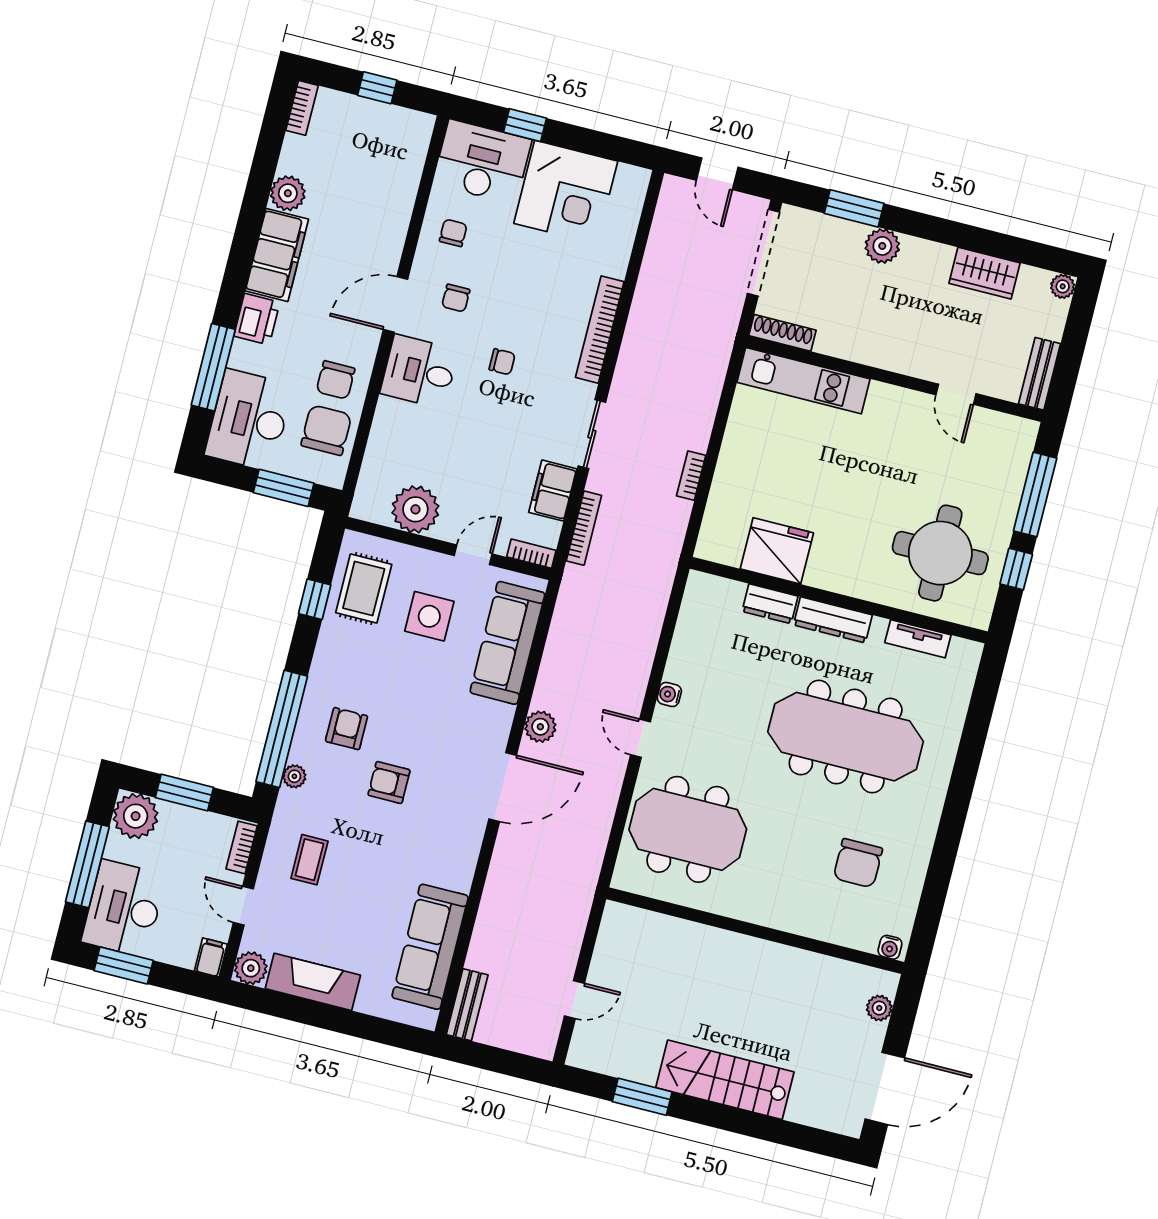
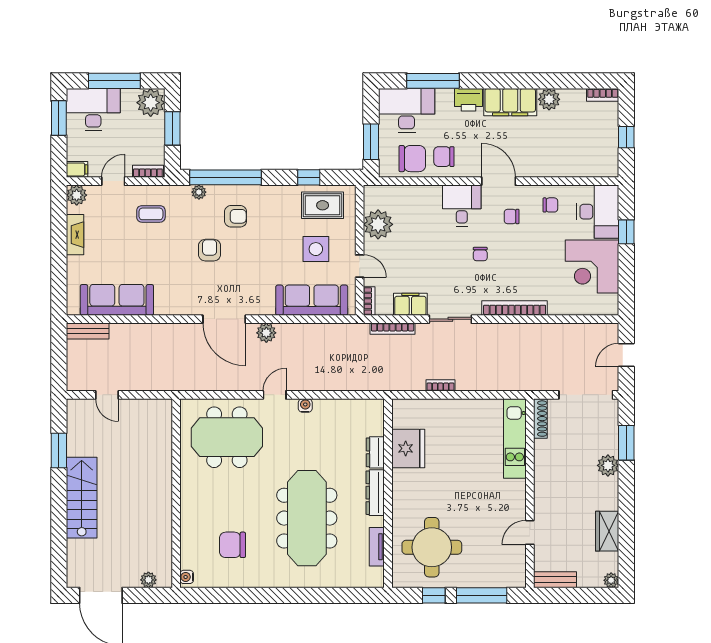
meeting table: (688, 829) -> (227, 437), turned 90
fireplace: (313, 982) -> (75, 235), width x0.73, depth x0.76

